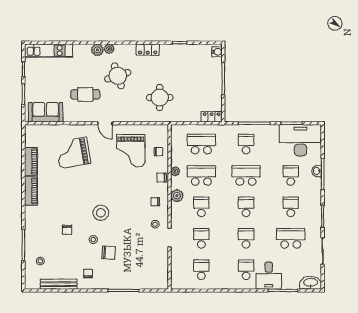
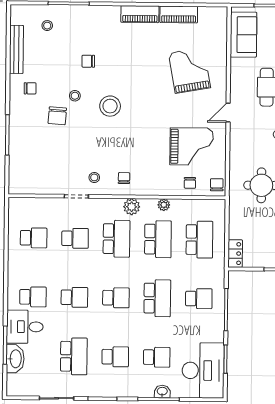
grand piano: (131, 151) -> (192, 146), turned 180
chair: (162, 178) -> (217, 185), moved
school desk: (201, 207) -> (116, 239), width x1.85
washbasin: (311, 283) -> (15, 359), moved

